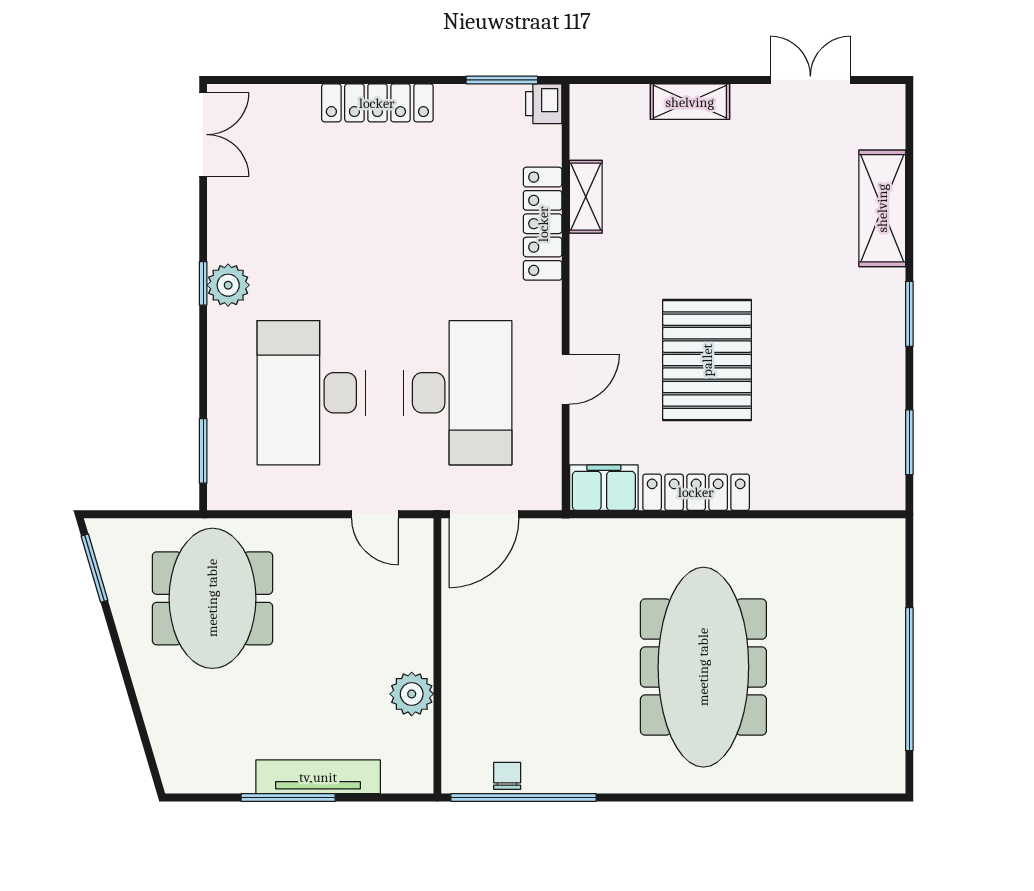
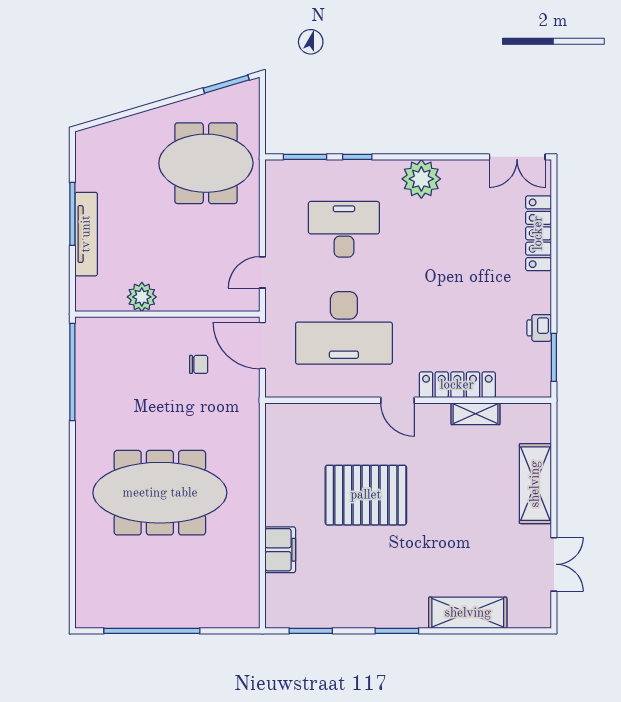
shelving: (690, 102) -> (535, 484), width x1.50, depth x1.33
locker: (377, 103) -> (538, 233), moved
printer: (544, 104) -> (539, 328), moved, turned -90
window: (203, 283) -> (357, 157), moved
plant: (228, 285) -> (421, 179), width x1.36, depth x1.36
door: (566, 379) -> (398, 400), moved
desk: (311, 393) -> (344, 229), width x0.73, depth x0.77
filing cabinet: (604, 488) -> (280, 550), moved
locker: (696, 492) -> (277, 488), removed
chair: (507, 776) -> (199, 364), moved

